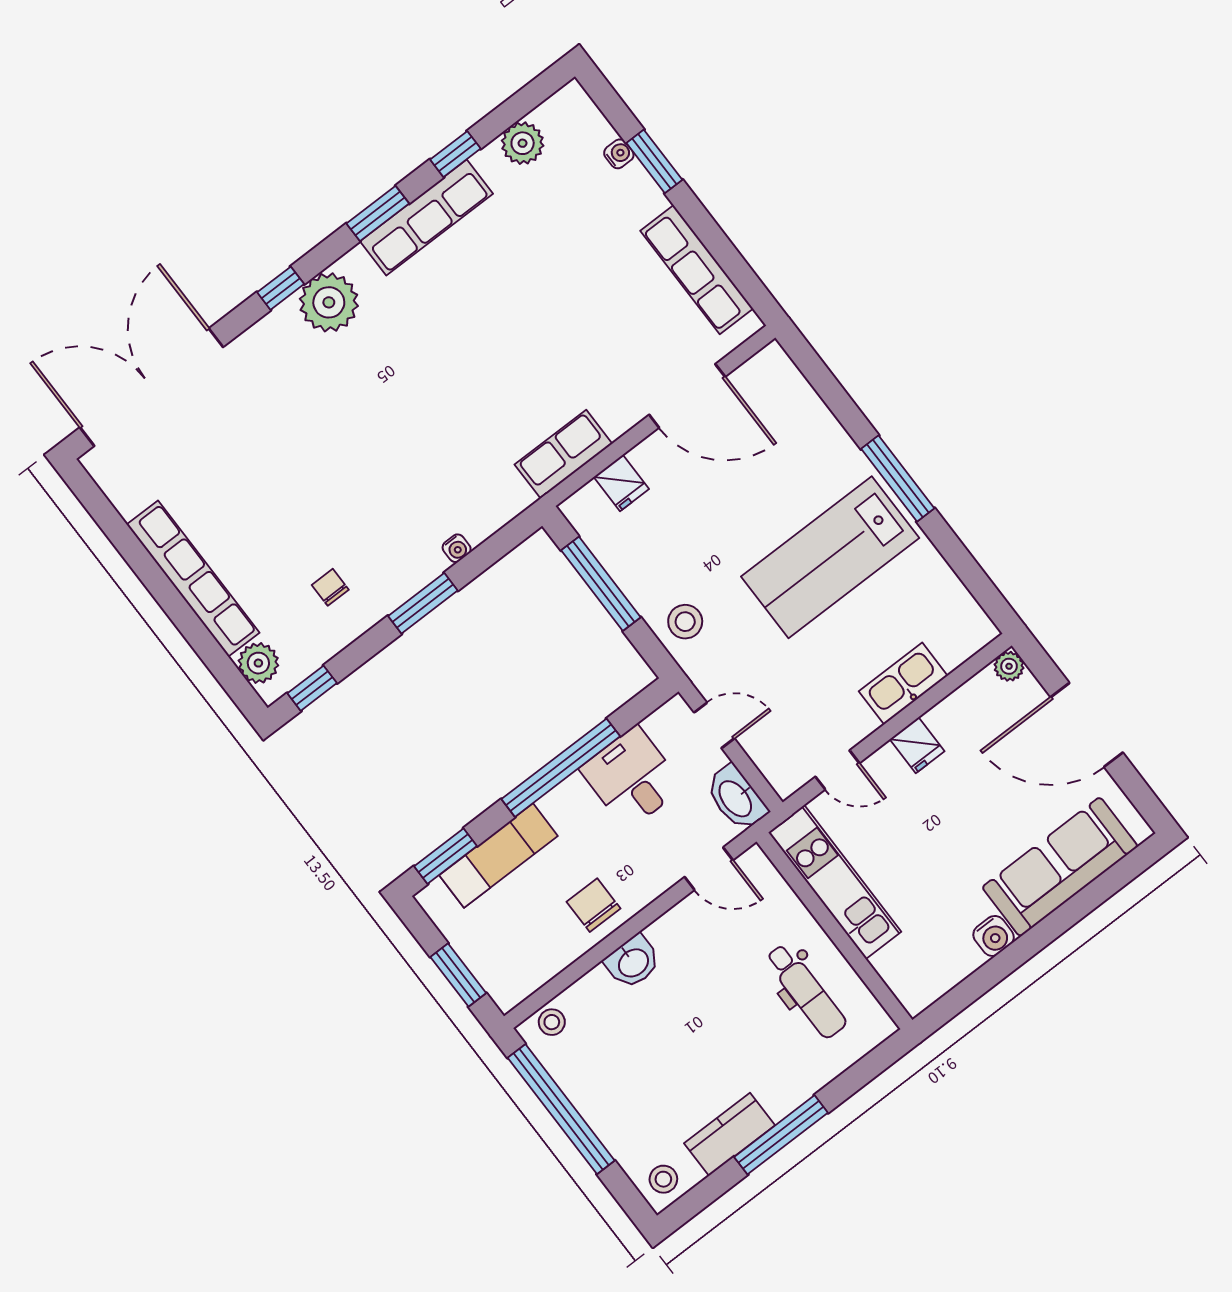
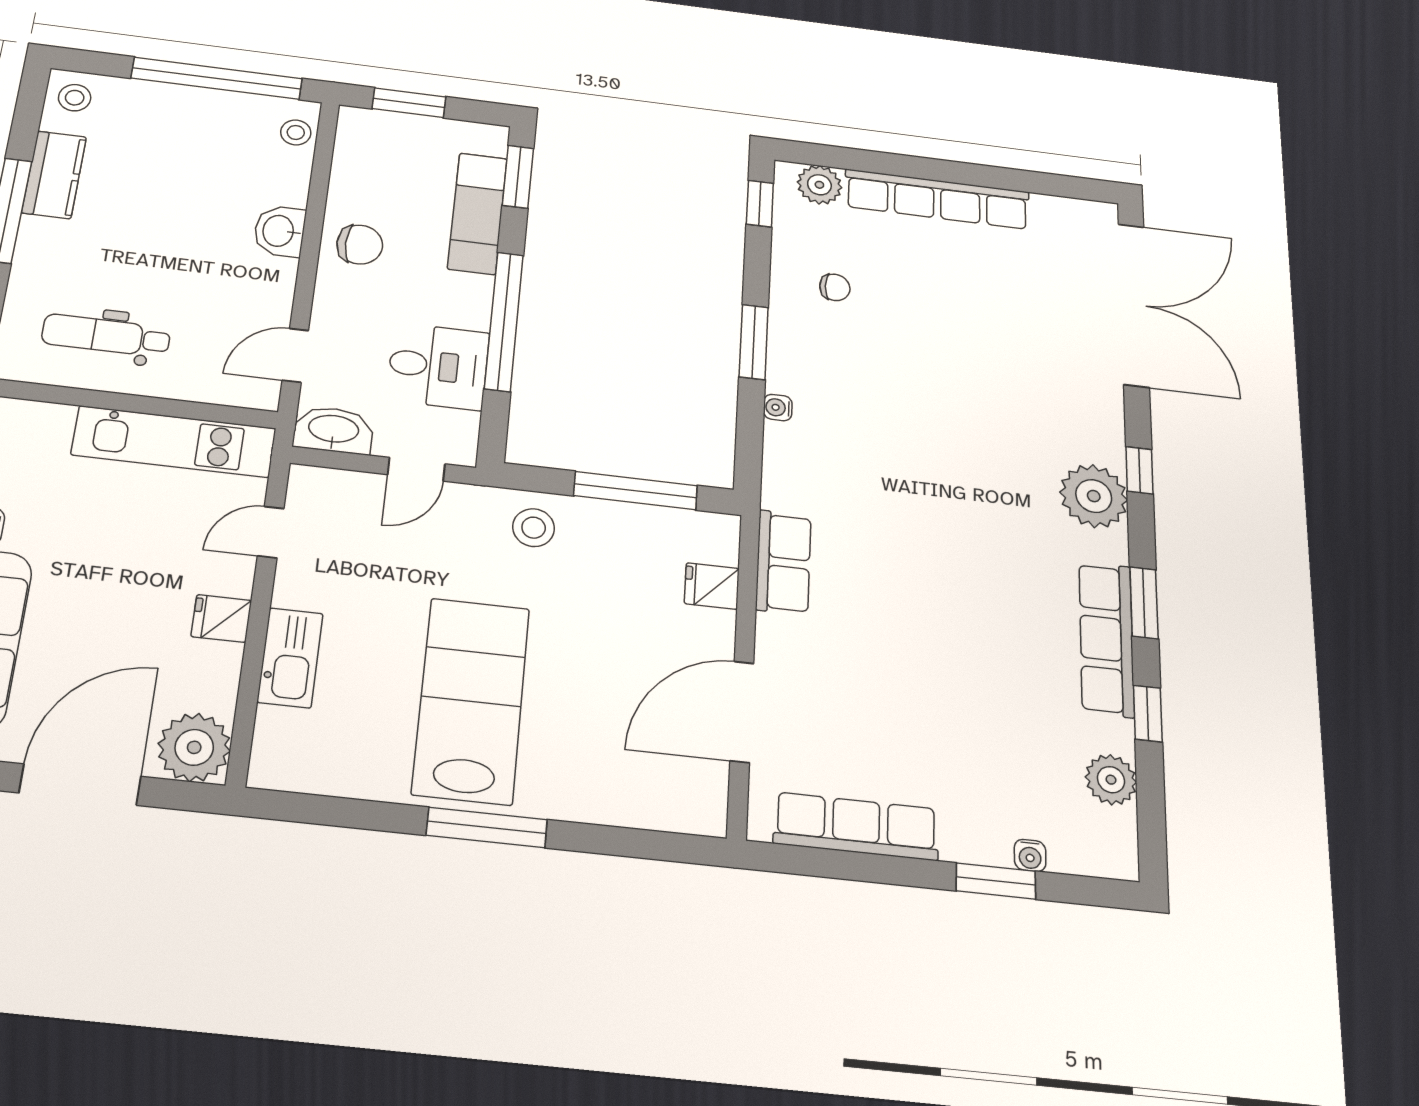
plant: (1009, 666) -> (194, 747), width x1.88, depth x1.88

